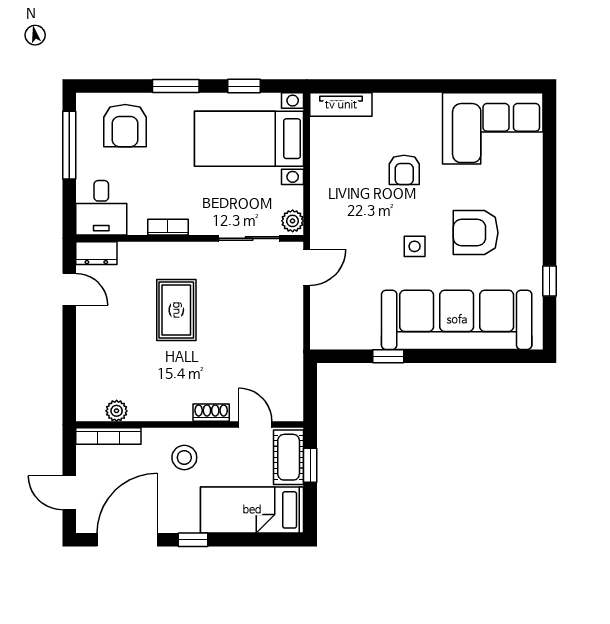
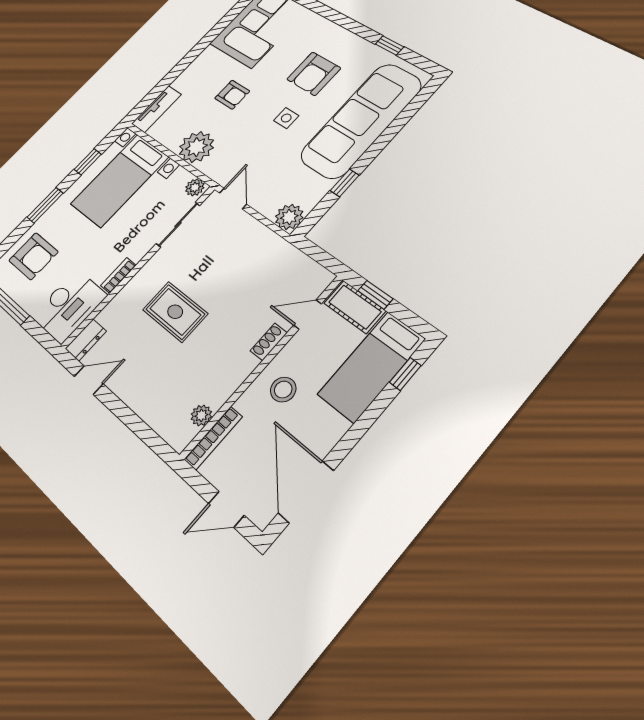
plant: (330, 185) -> (196, 147), added
desk: (101, 208) -> (69, 306), width x1.37
plant: (325, 334) -> (289, 217), added
window: (193, 540) -> (405, 374), moved

